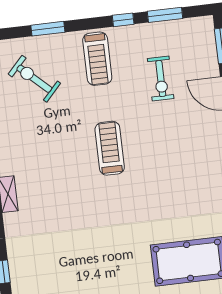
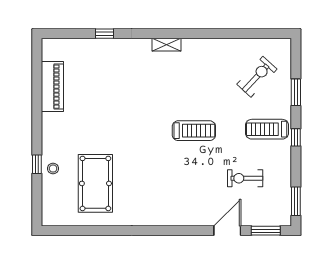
window: (165, 15) -> (296, 201), moved
window: (123, 20) -> (296, 137), moved

